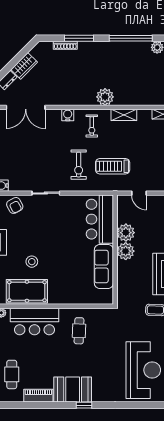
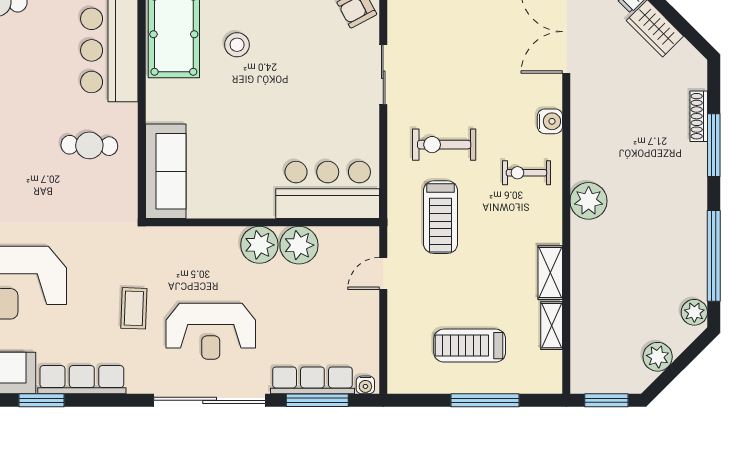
shelving: (124, 115) -> (550, 273), moved
treadmill: (113, 166) -> (441, 217), turned 180
sofa: (104, 266) -> (166, 171), moved, turned 90

